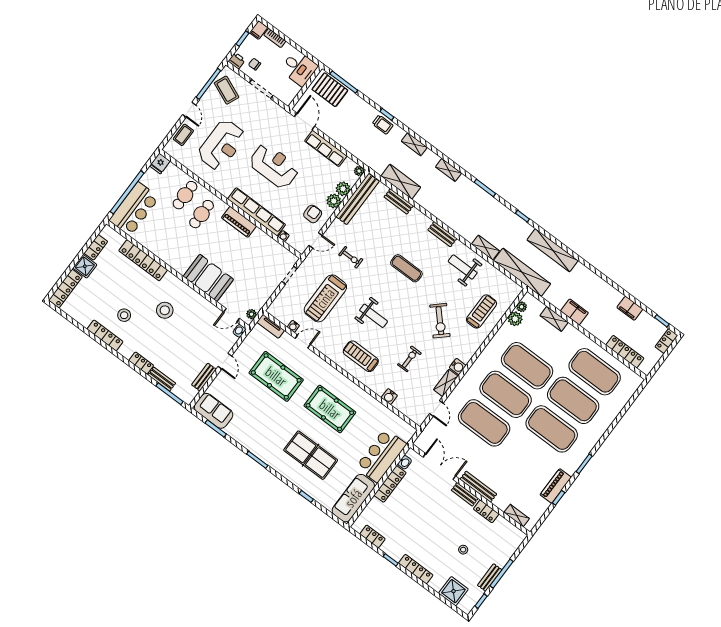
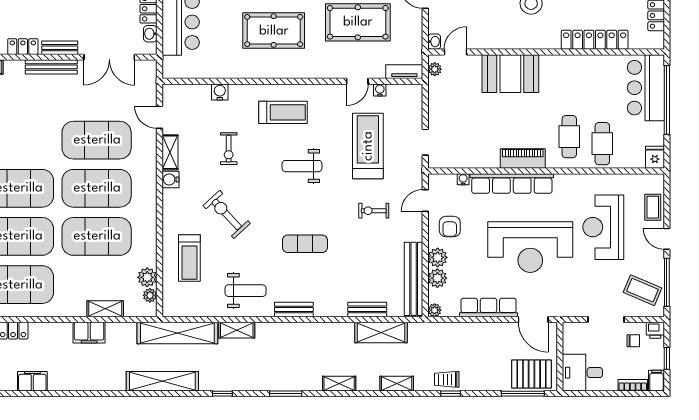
reception desk: (274, 166) -> (530, 247), width x1.36, depth x1.30

